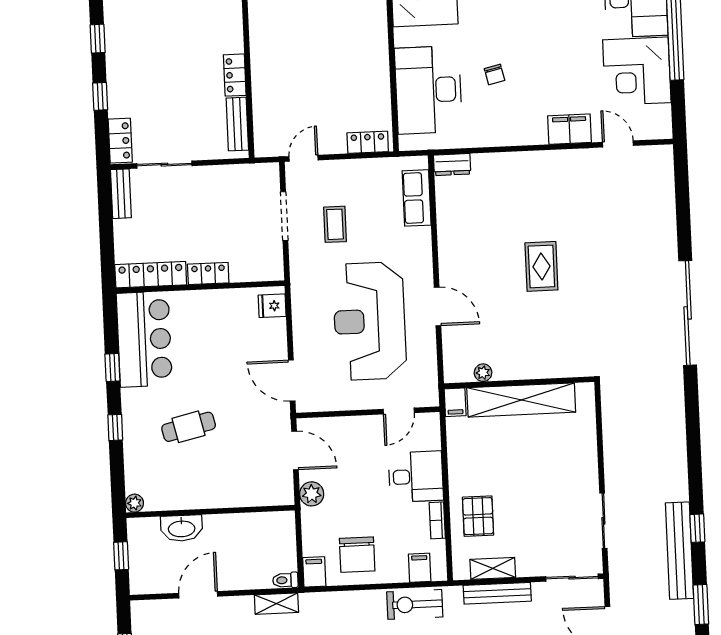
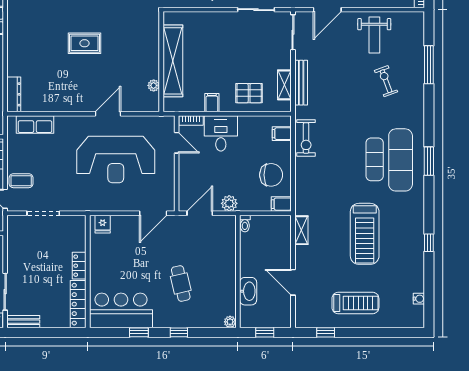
dresser: (452, 165) -> (14, 94), width x1.44
coffee table: (335, 224) -> (21, 181), moved
filing cabinet: (455, 402) -> (212, 103), moved, turned -90
bookcase: (437, 520) -> (191, 120), moved
toilet: (285, 580) -> (245, 224), moved

